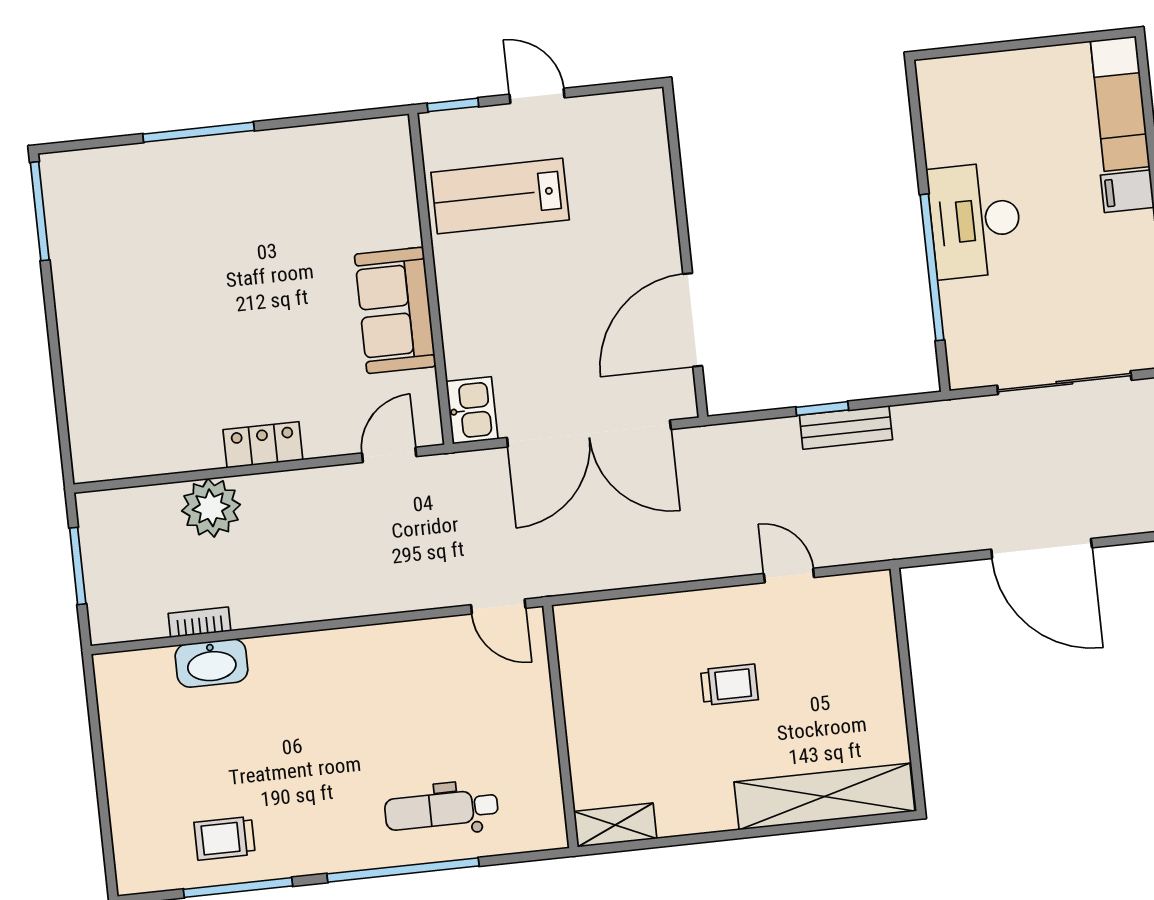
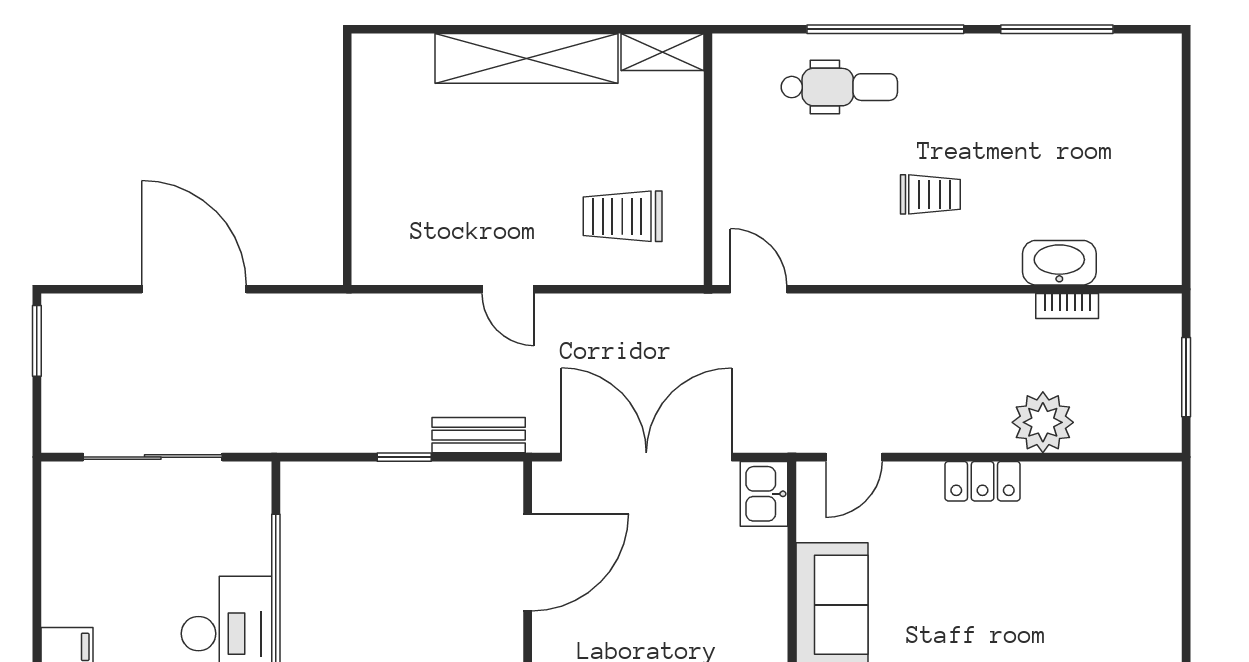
bench: (846, 427) -> (479, 435), moved
door: (789, 575) -> (508, 289), moved
trolley: (729, 685) -> (623, 216), moved, width x1.36, depth x1.39
shelving: (824, 797) -> (526, 58), moved
trolley: (225, 838) -> (930, 194), moved

